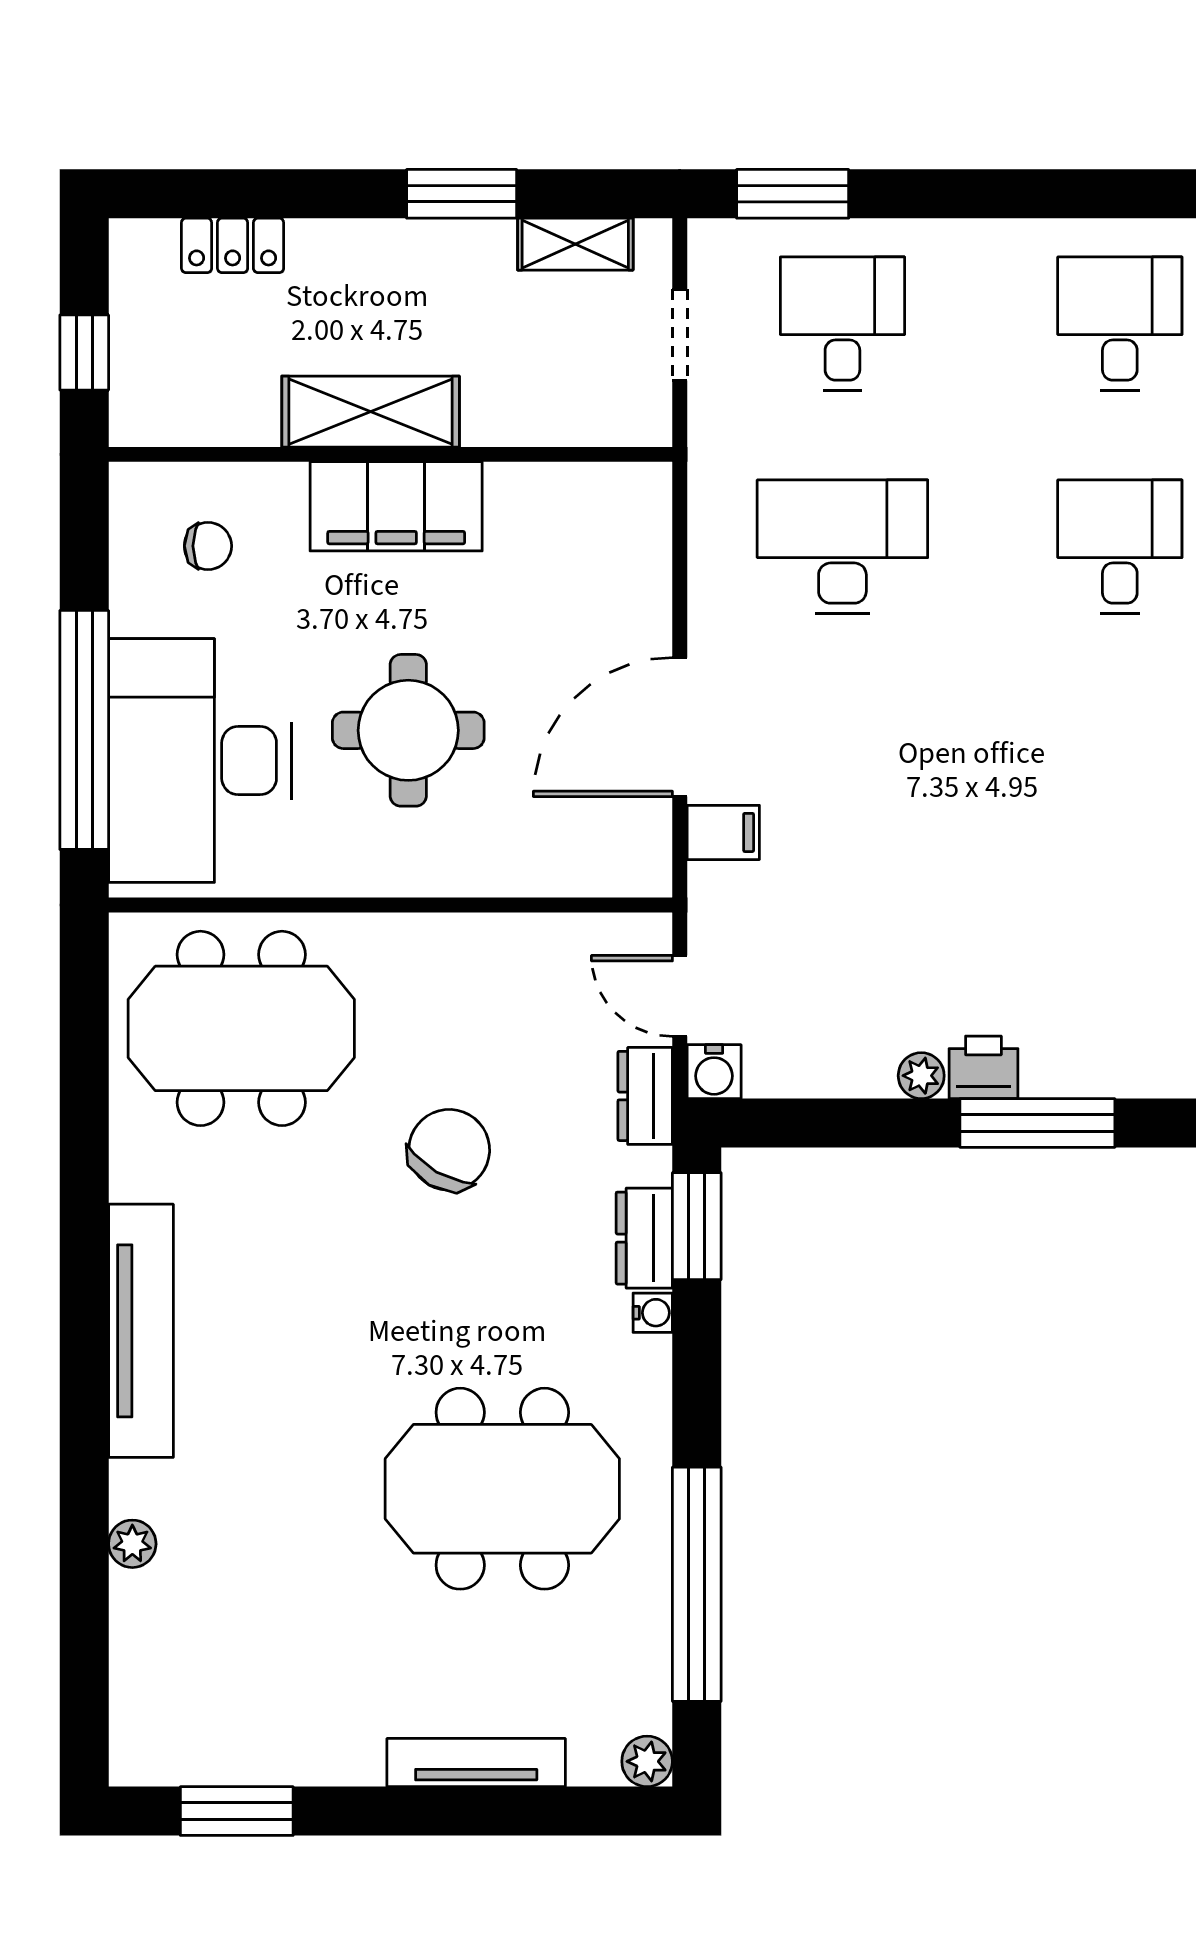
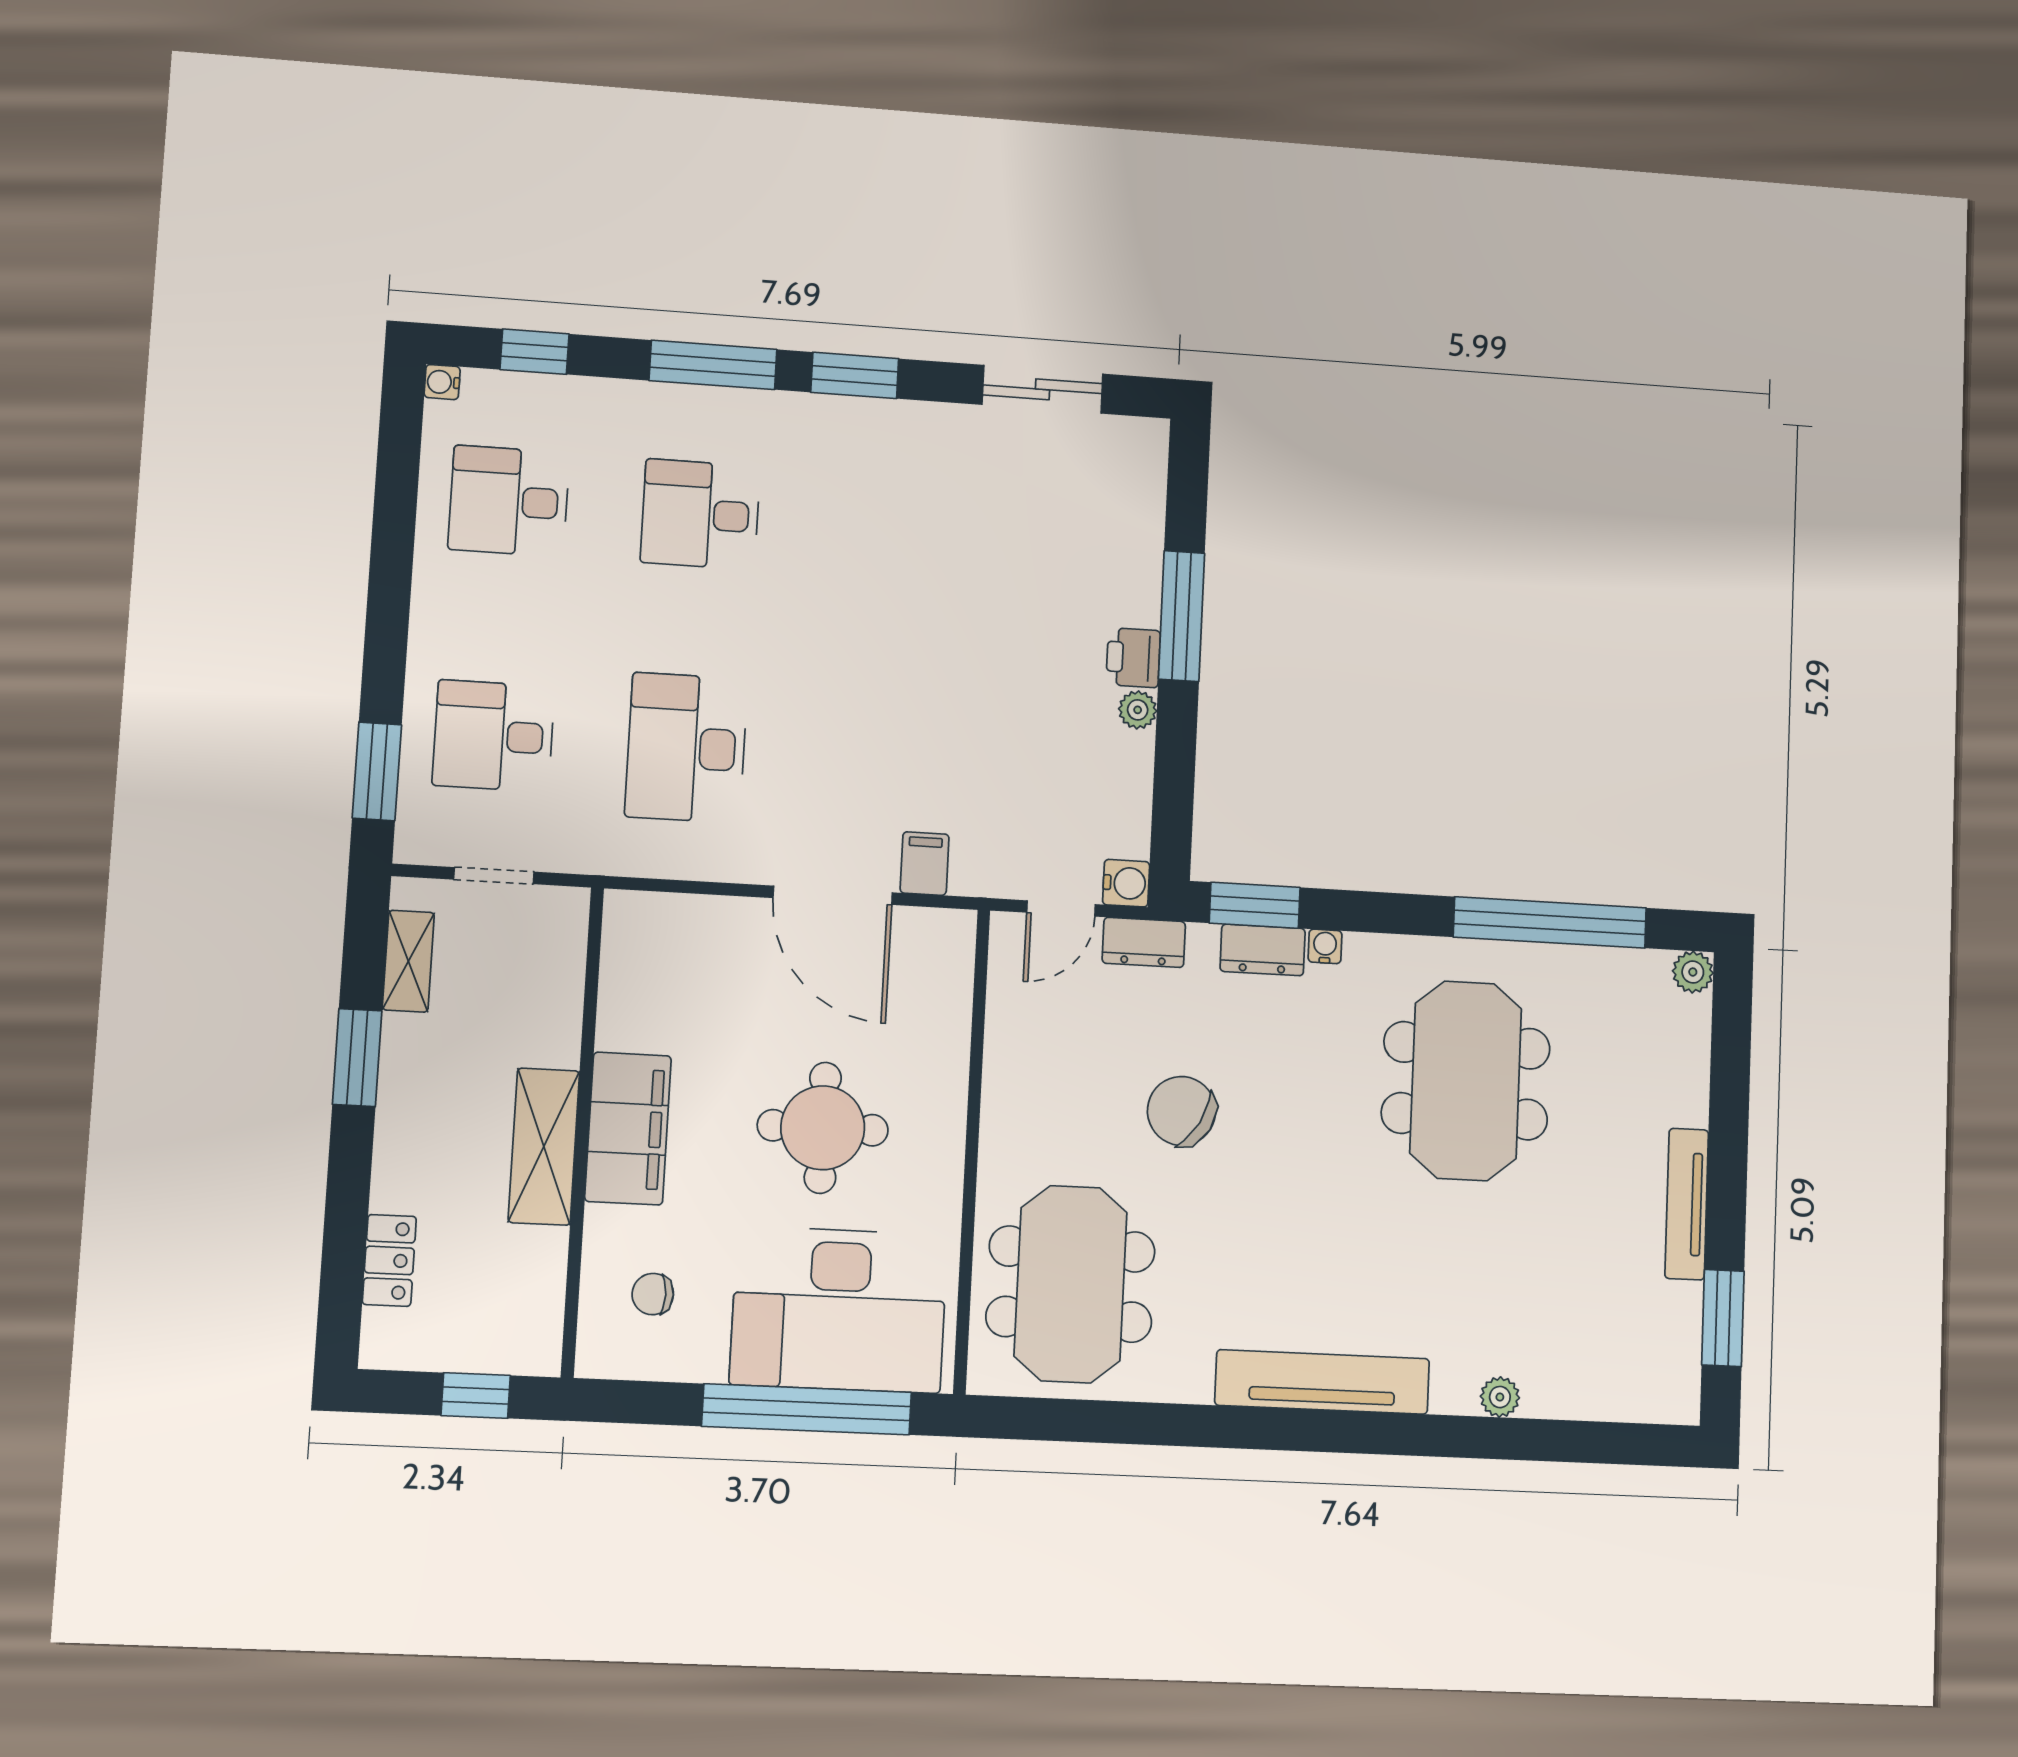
chair: (208, 546) -> (653, 1294), turned -90
tv unit: (476, 1763) -> (1687, 1204), moved

